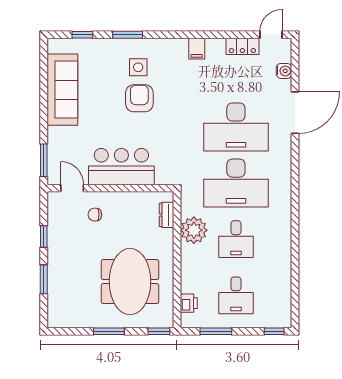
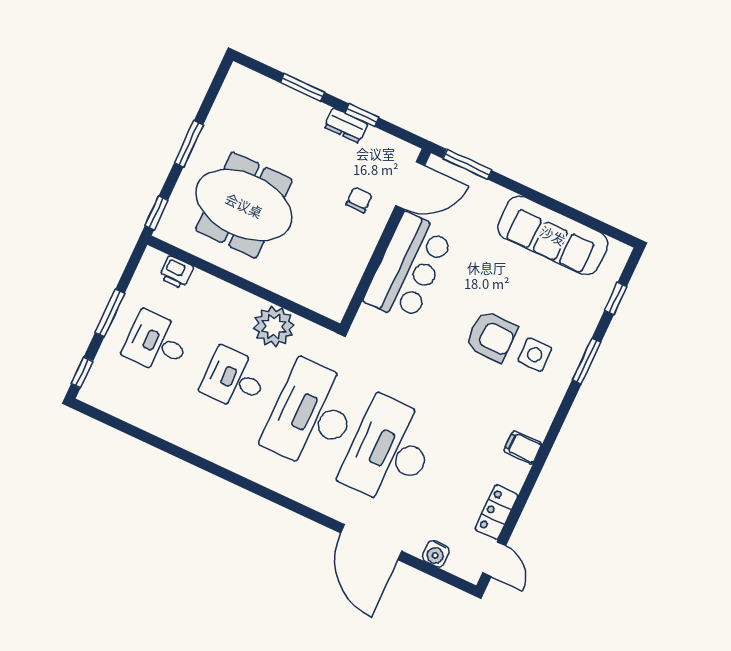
door: (72, 188) -> (410, 185), width x1.38
dresser: (166, 215) -> (346, 125), moved, turned 180
window: (216, 331) -> (110, 313), moved

